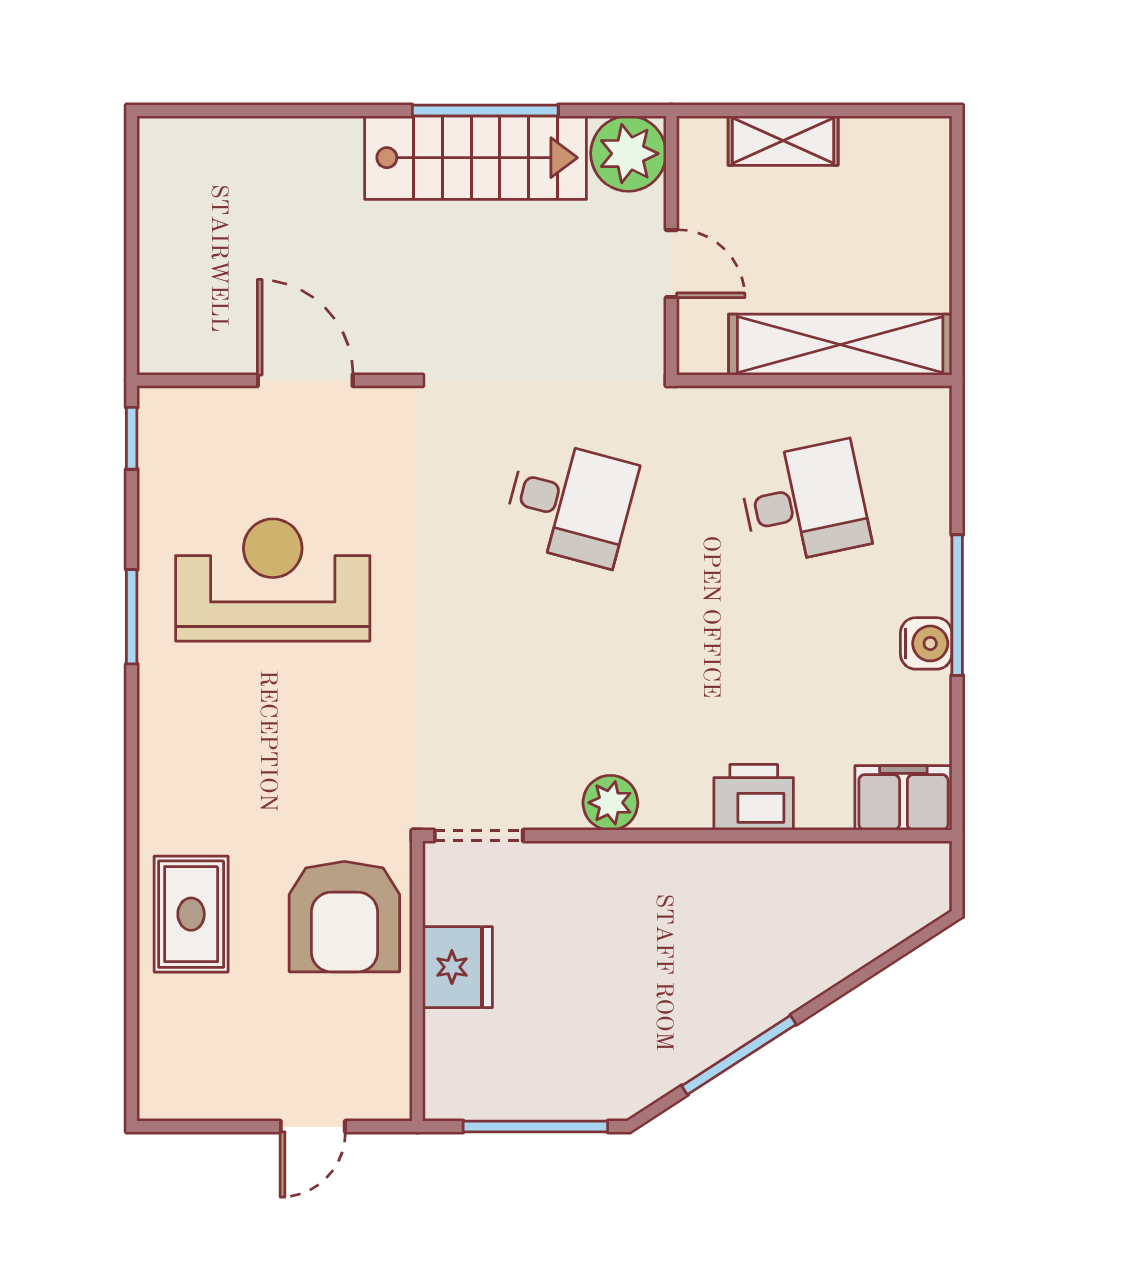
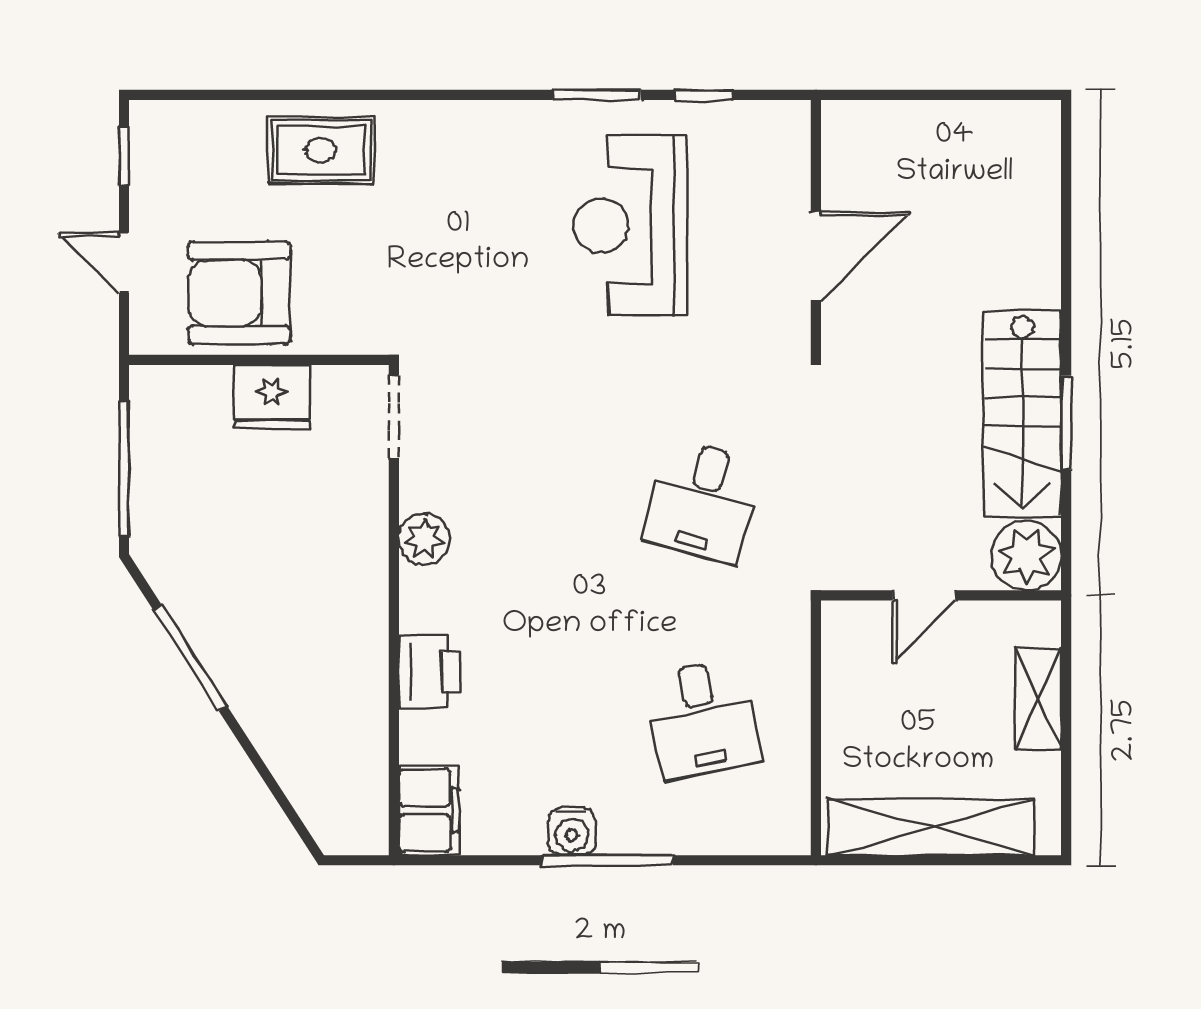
window: (485, 111) -> (1066, 423), width x0.69
shelving: (840, 345) -> (931, 827), moved, turned 90
window: (132, 438) -> (704, 95), moved
reception desk: (273, 580) -> (631, 226), turned 180
armchair: (344, 917) -> (239, 293), moved
window: (198, 1127) -> (124, 156), added

